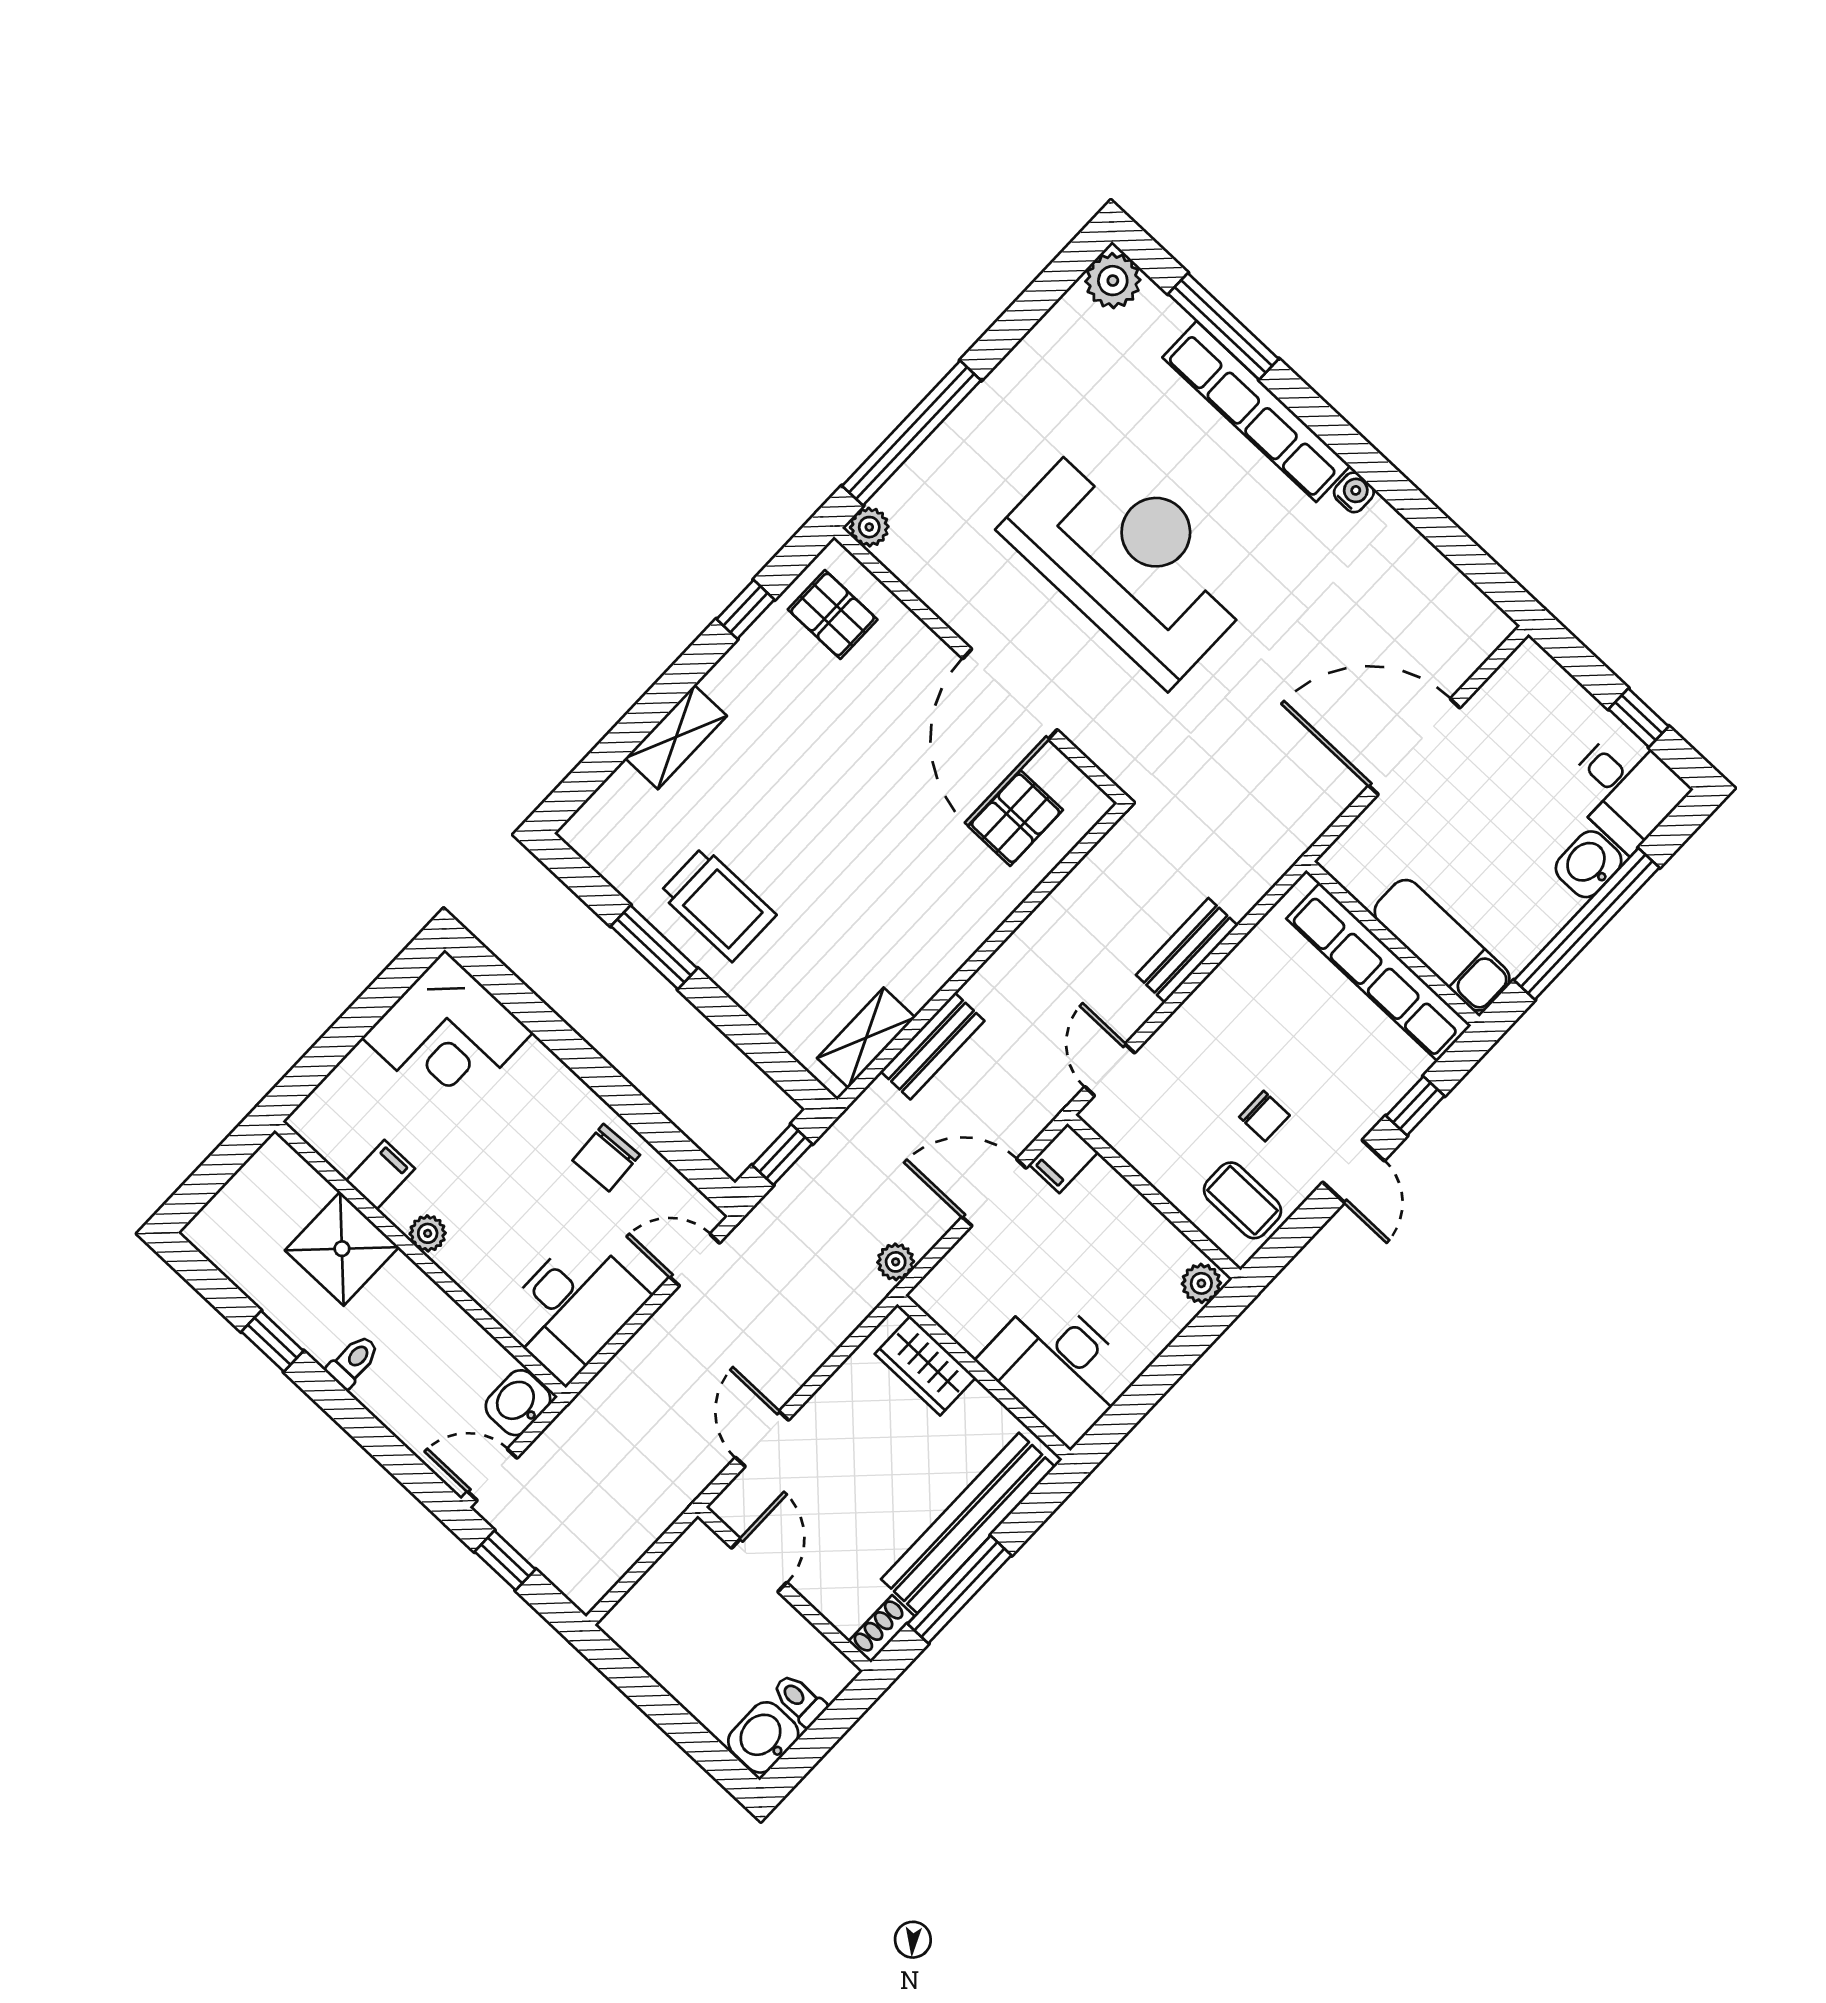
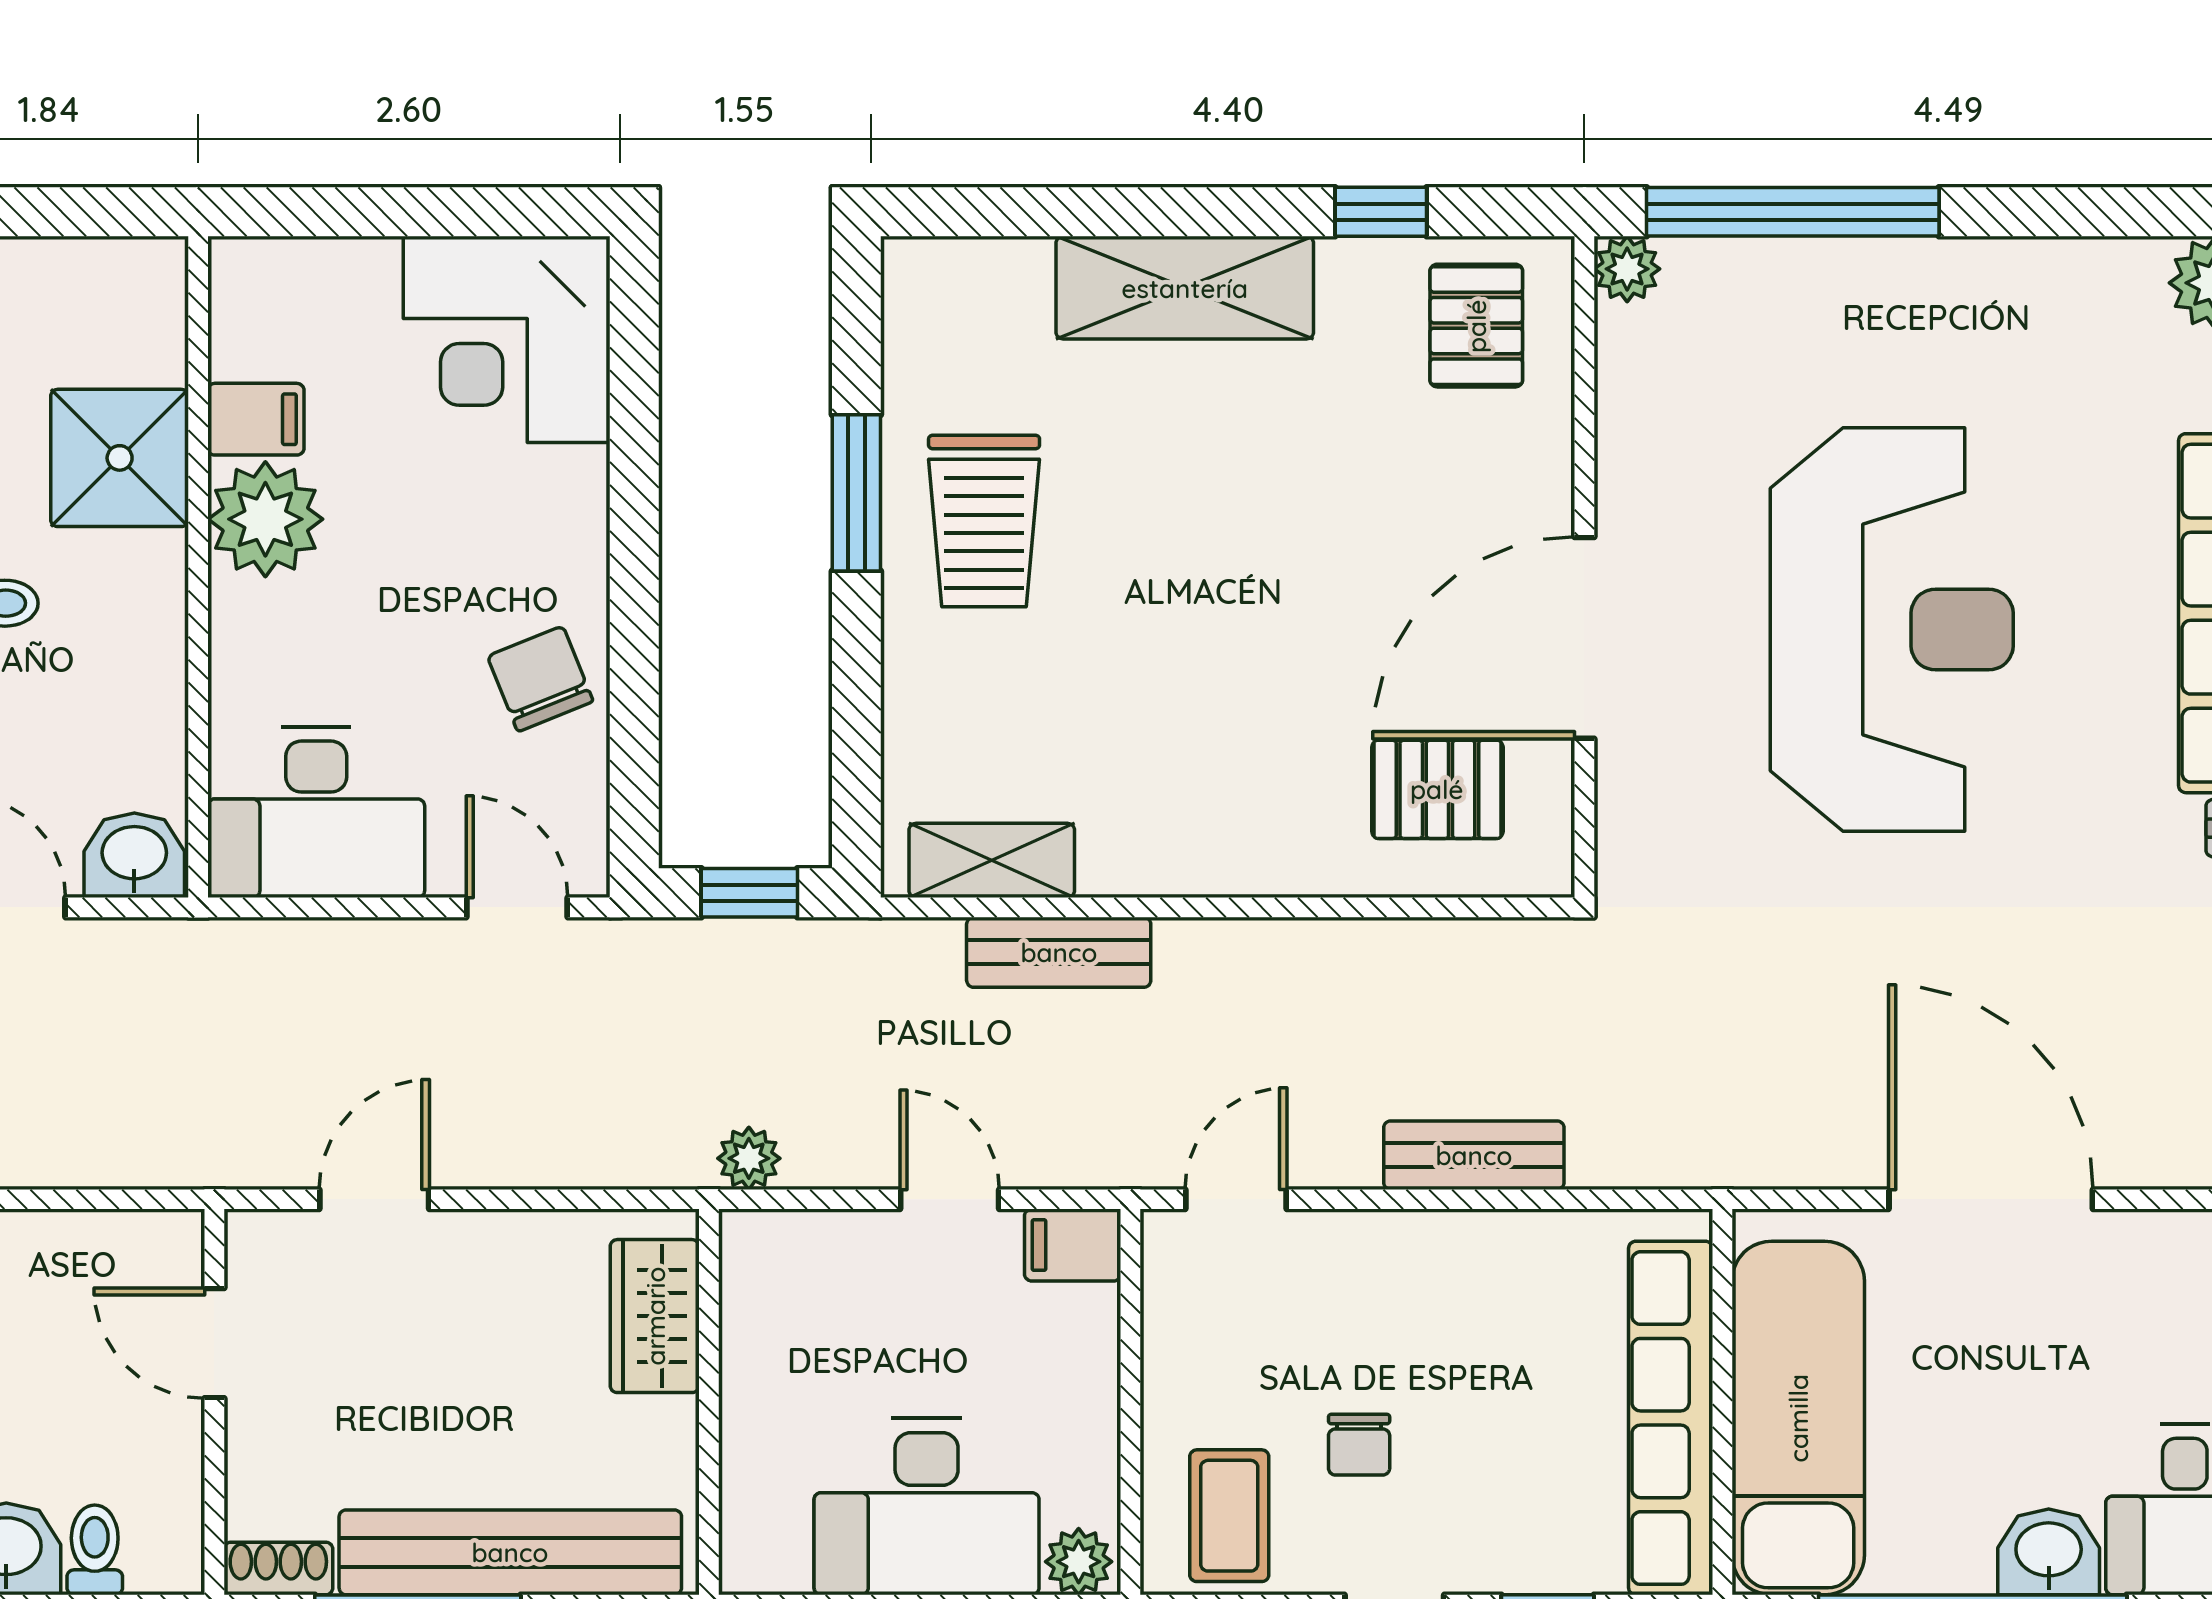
shelving: (676, 737) -> (1185, 288), width x1.50, depth x1.33
exam couch: (1442, 945) -> (1798, 1418), width x1.36, depth x1.45
chair: (606, 1158) -> (540, 679), turned 71
door: (994, 1192) -> (950, 1199), width x0.73
plant: (428, 1233) -> (265, 519), width x1.87, depth x1.87
desk: (1058, 1368) -> (927, 1507), moved, turned -90
door: (759, 1565) -> (214, 1343), swing flipped

